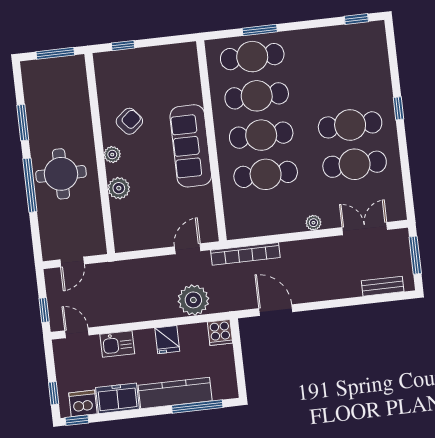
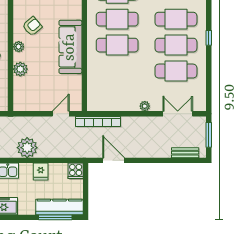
cafe table: (266, 174) -> (176, 19), moved
plant: (193, 300) -> (27, 148), moved
kitchen counter: (175, 393) -> (60, 207), moved

